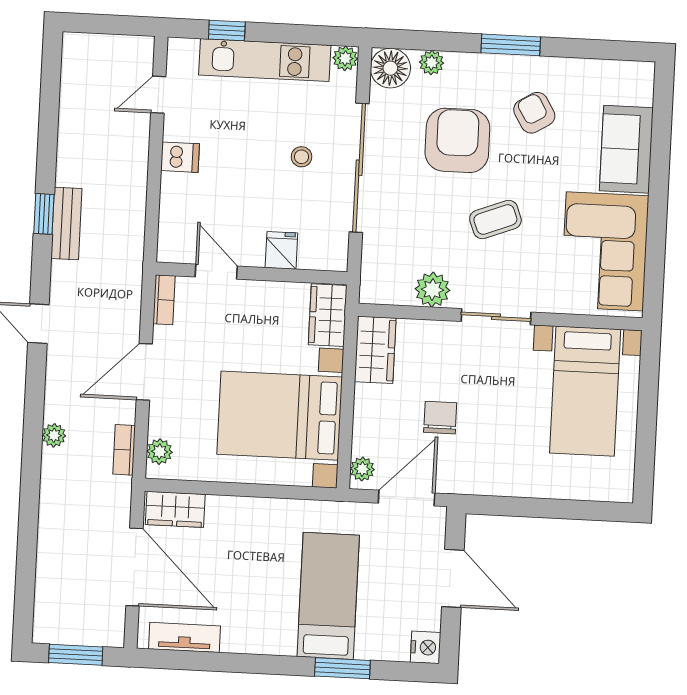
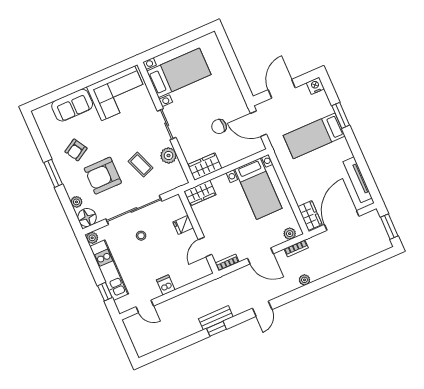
coffee table: (495, 220) -> (141, 165), moved
bed with nightstands: (280, 416) -> (258, 189), width x0.73
plant: (362, 469) -> (256, 148), removed
tv unit: (185, 637) -> (358, 180), width x1.41

